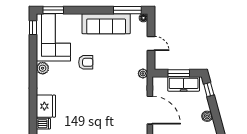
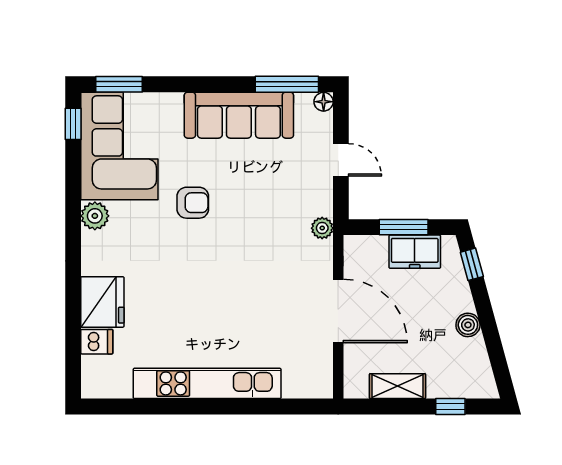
freezer: (184, 84) -> (415, 252), width x0.71

